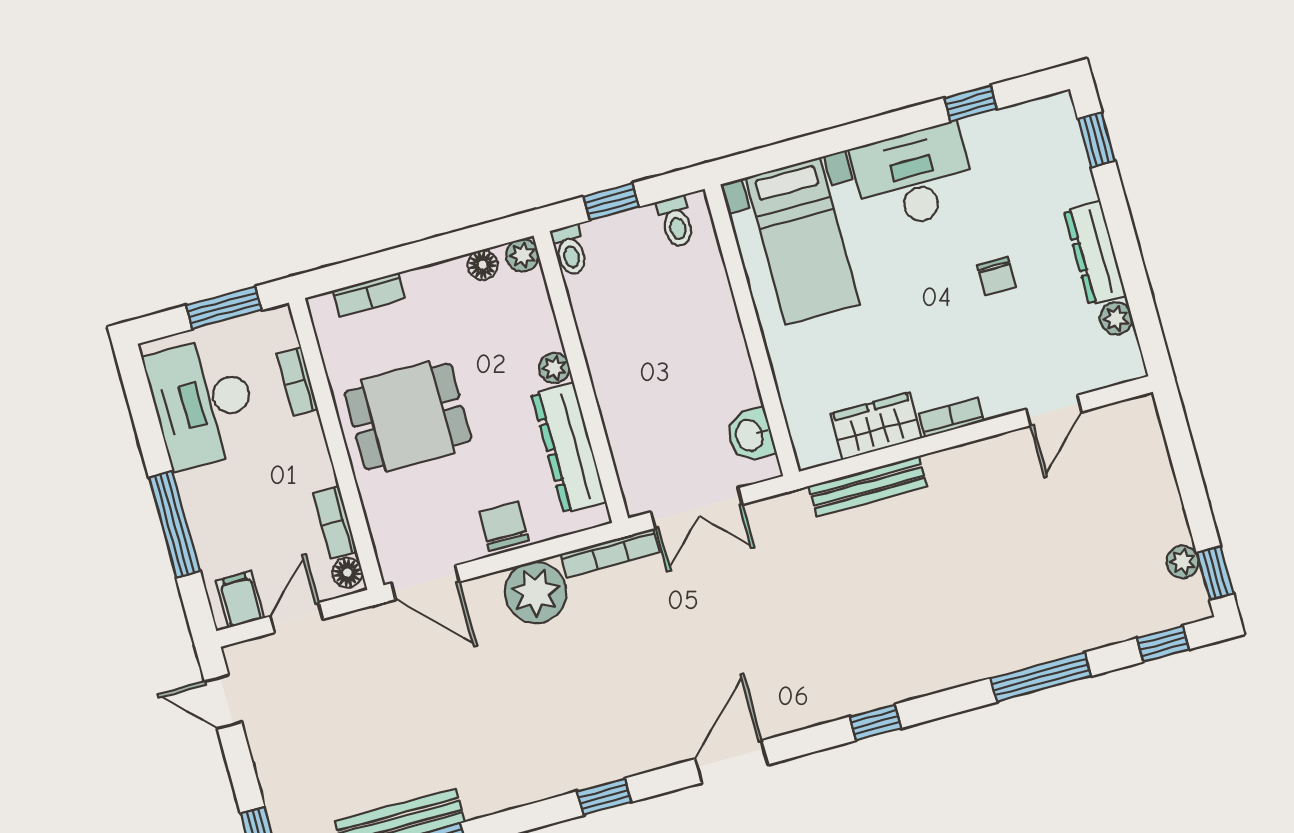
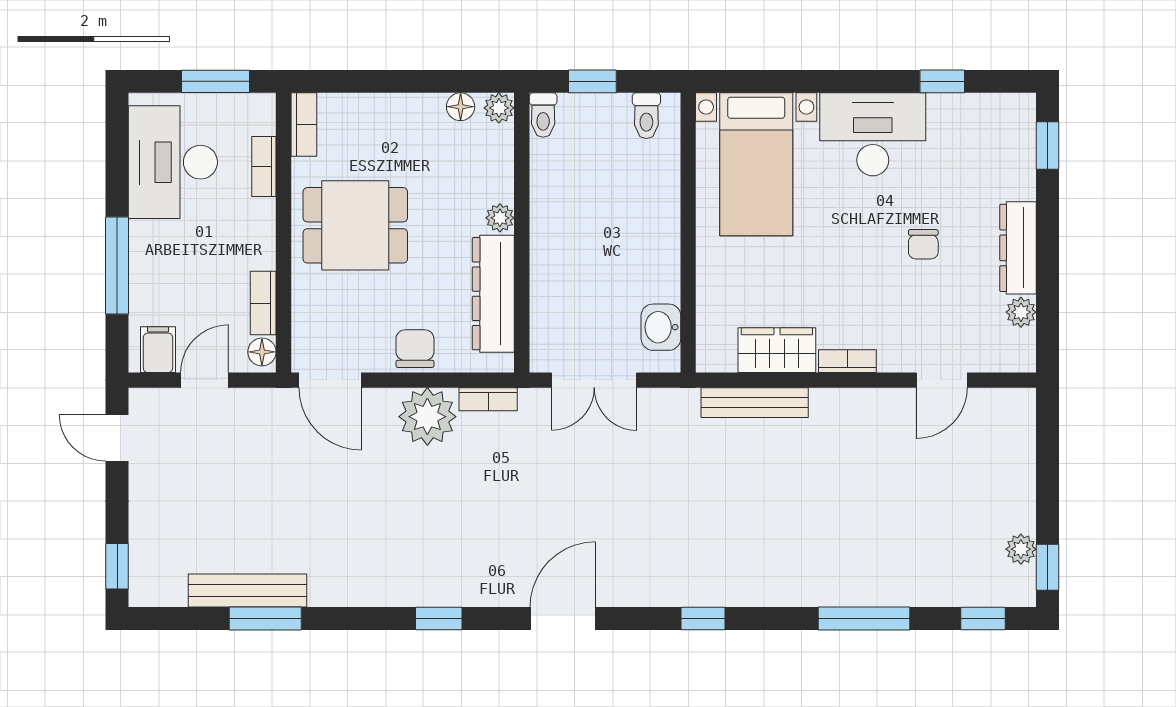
bookcase: (369, 295) -> (304, 125), moved, turned -90
bookcase: (610, 553) -> (488, 399), width x0.64

